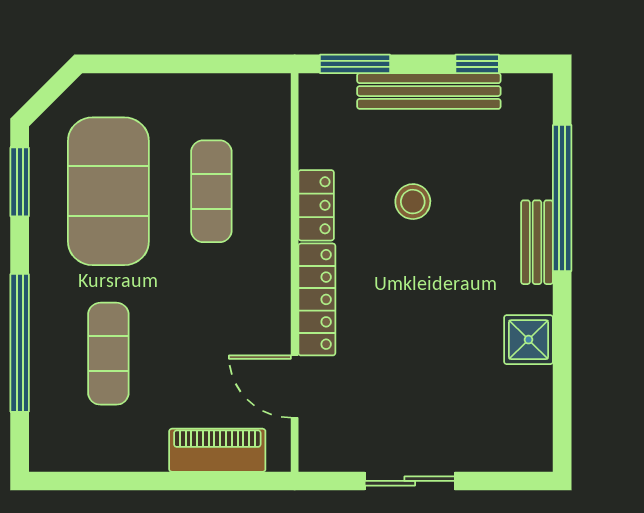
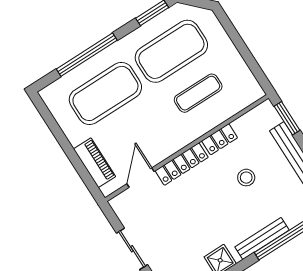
bench: (537, 242) -> (262, 239), width x1.36
exercise mat: (108, 354) -> (105, 93), width x2.00, depth x1.45

